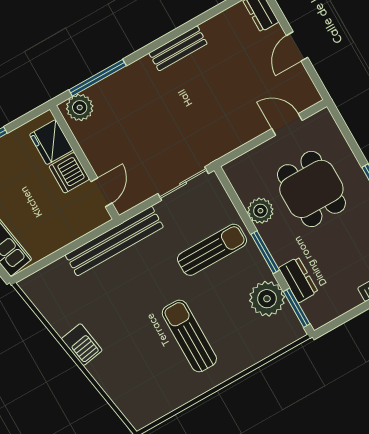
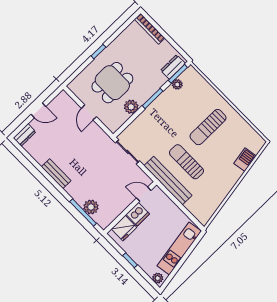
plant: (80, 107) -> (91, 207), moved
door: (287, 124) -> (89, 112), moved
sun lounger: (212, 250) -> (186, 162), moved
dresser: (298, 280) -> (173, 67), moved
plant: (267, 299) -> (177, 84), width x0.53, depth x0.53
barbecue: (82, 345) -> (245, 160), moved

